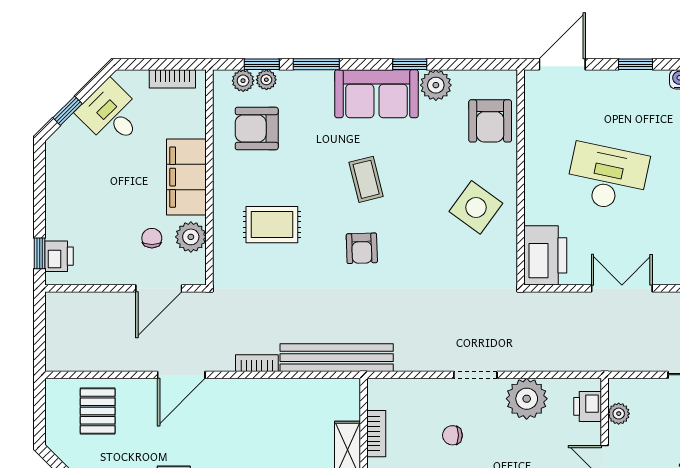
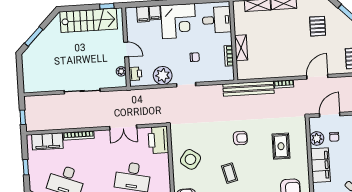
coffee table: (366, 179) -> (230, 173), moved
rug: (272, 225) -> (281, 146), turned 90
armchair: (362, 248) -> (240, 138), turned 92

